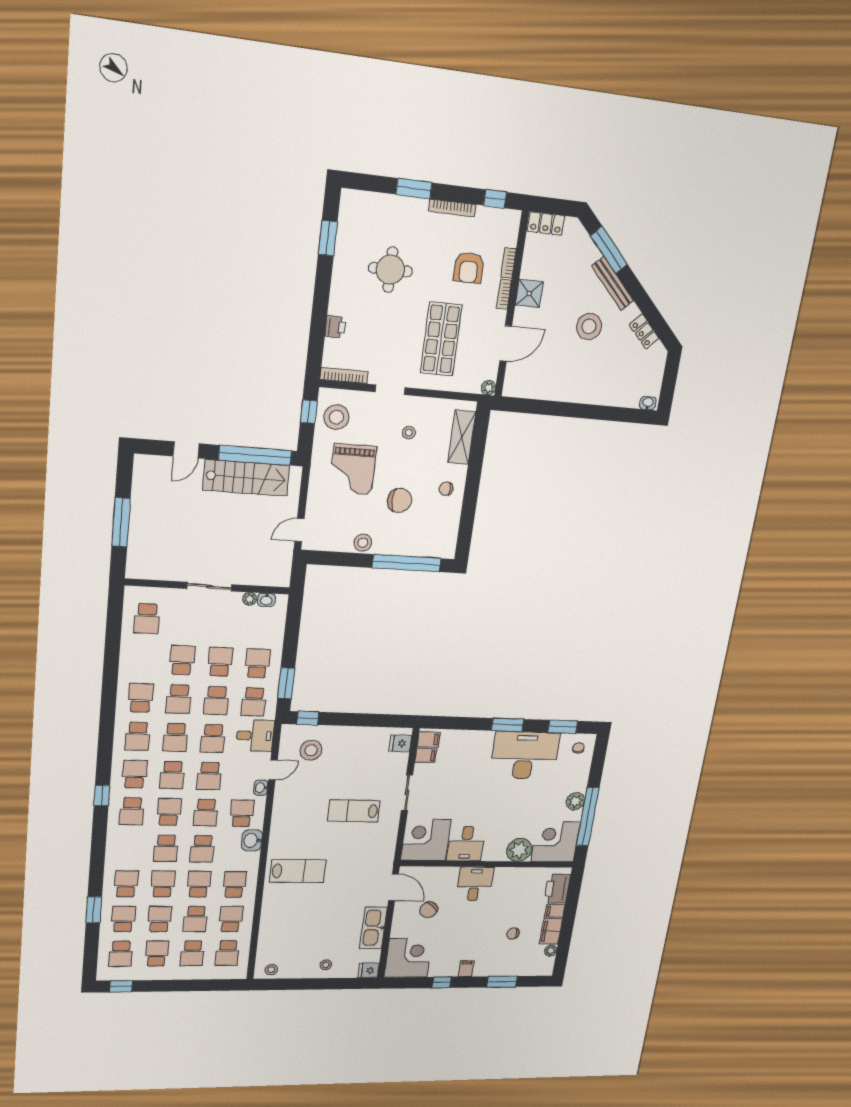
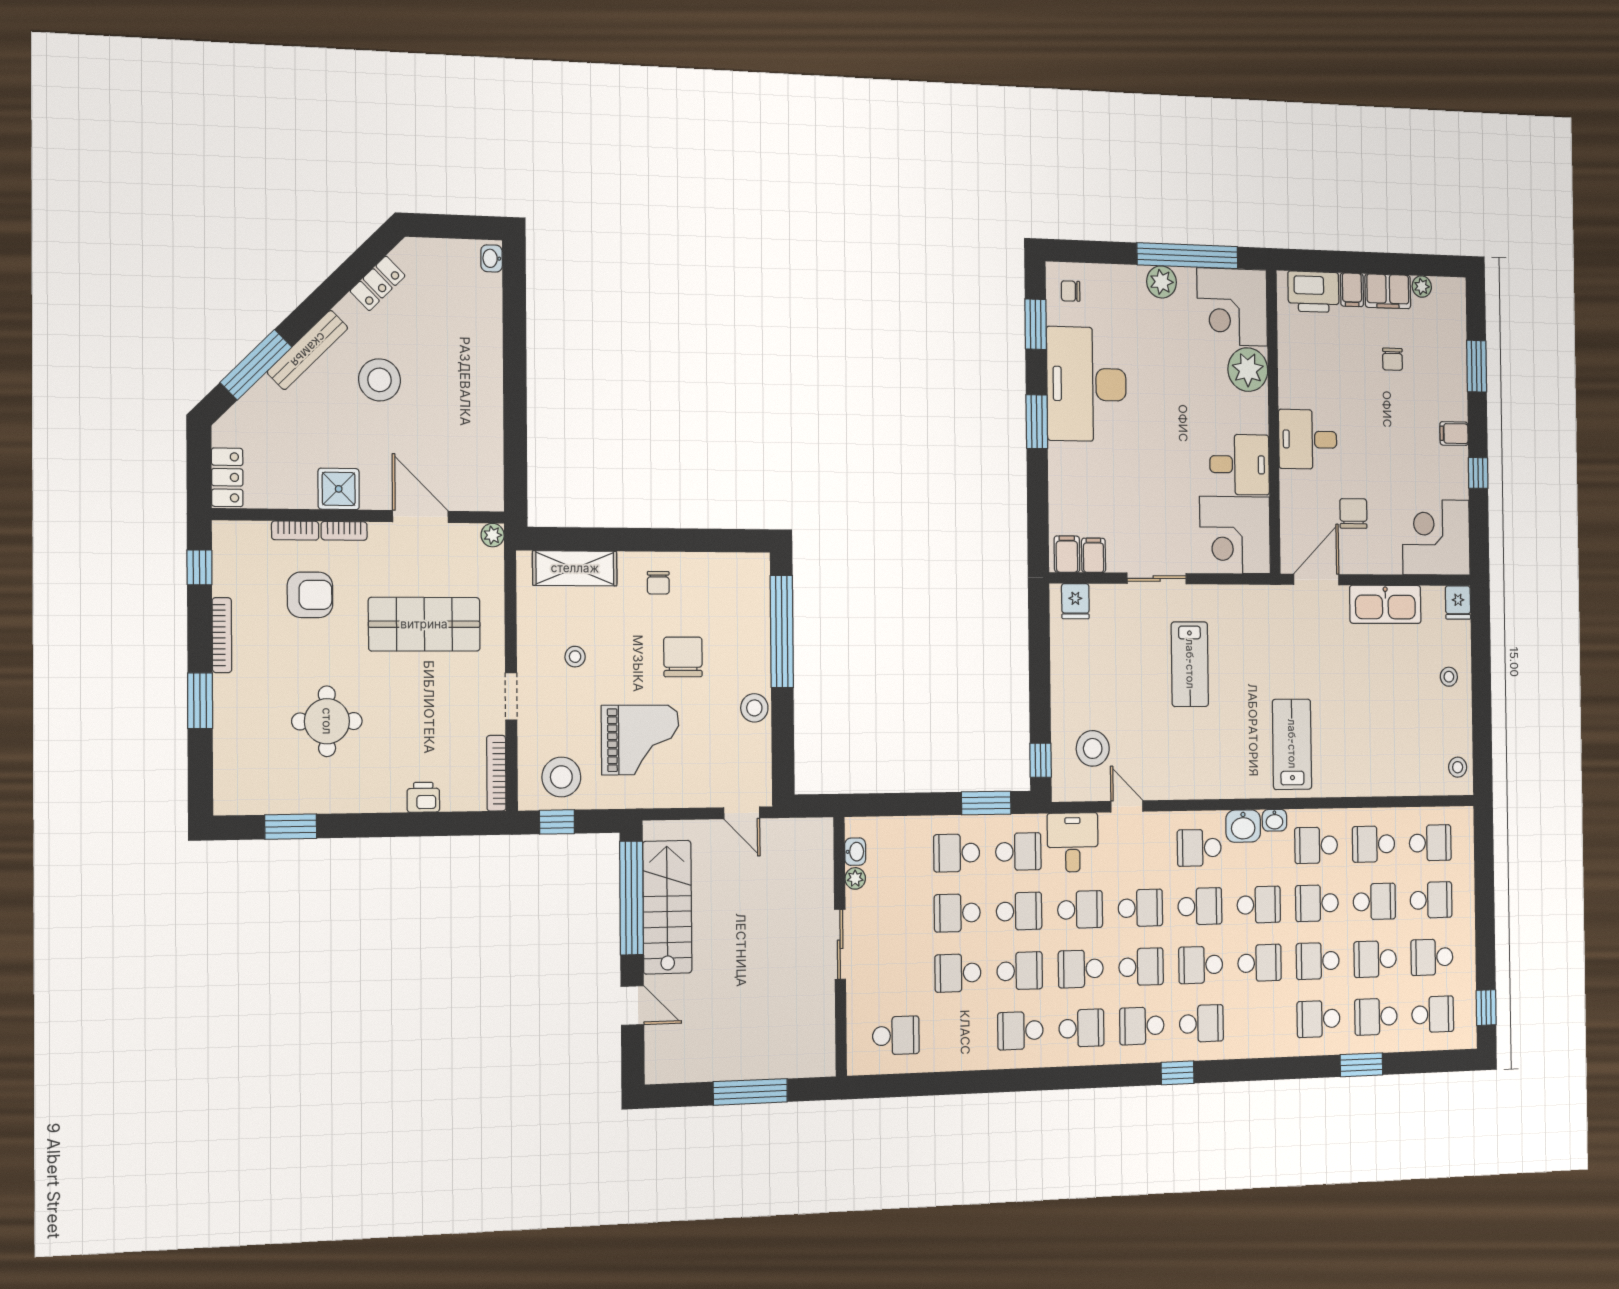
school desk: (175, 737) -> (1081, 969), turned 180
washbasin: (261, 788) -> (1274, 820), moved
chair: (429, 910) -> (1353, 514), turned -130

